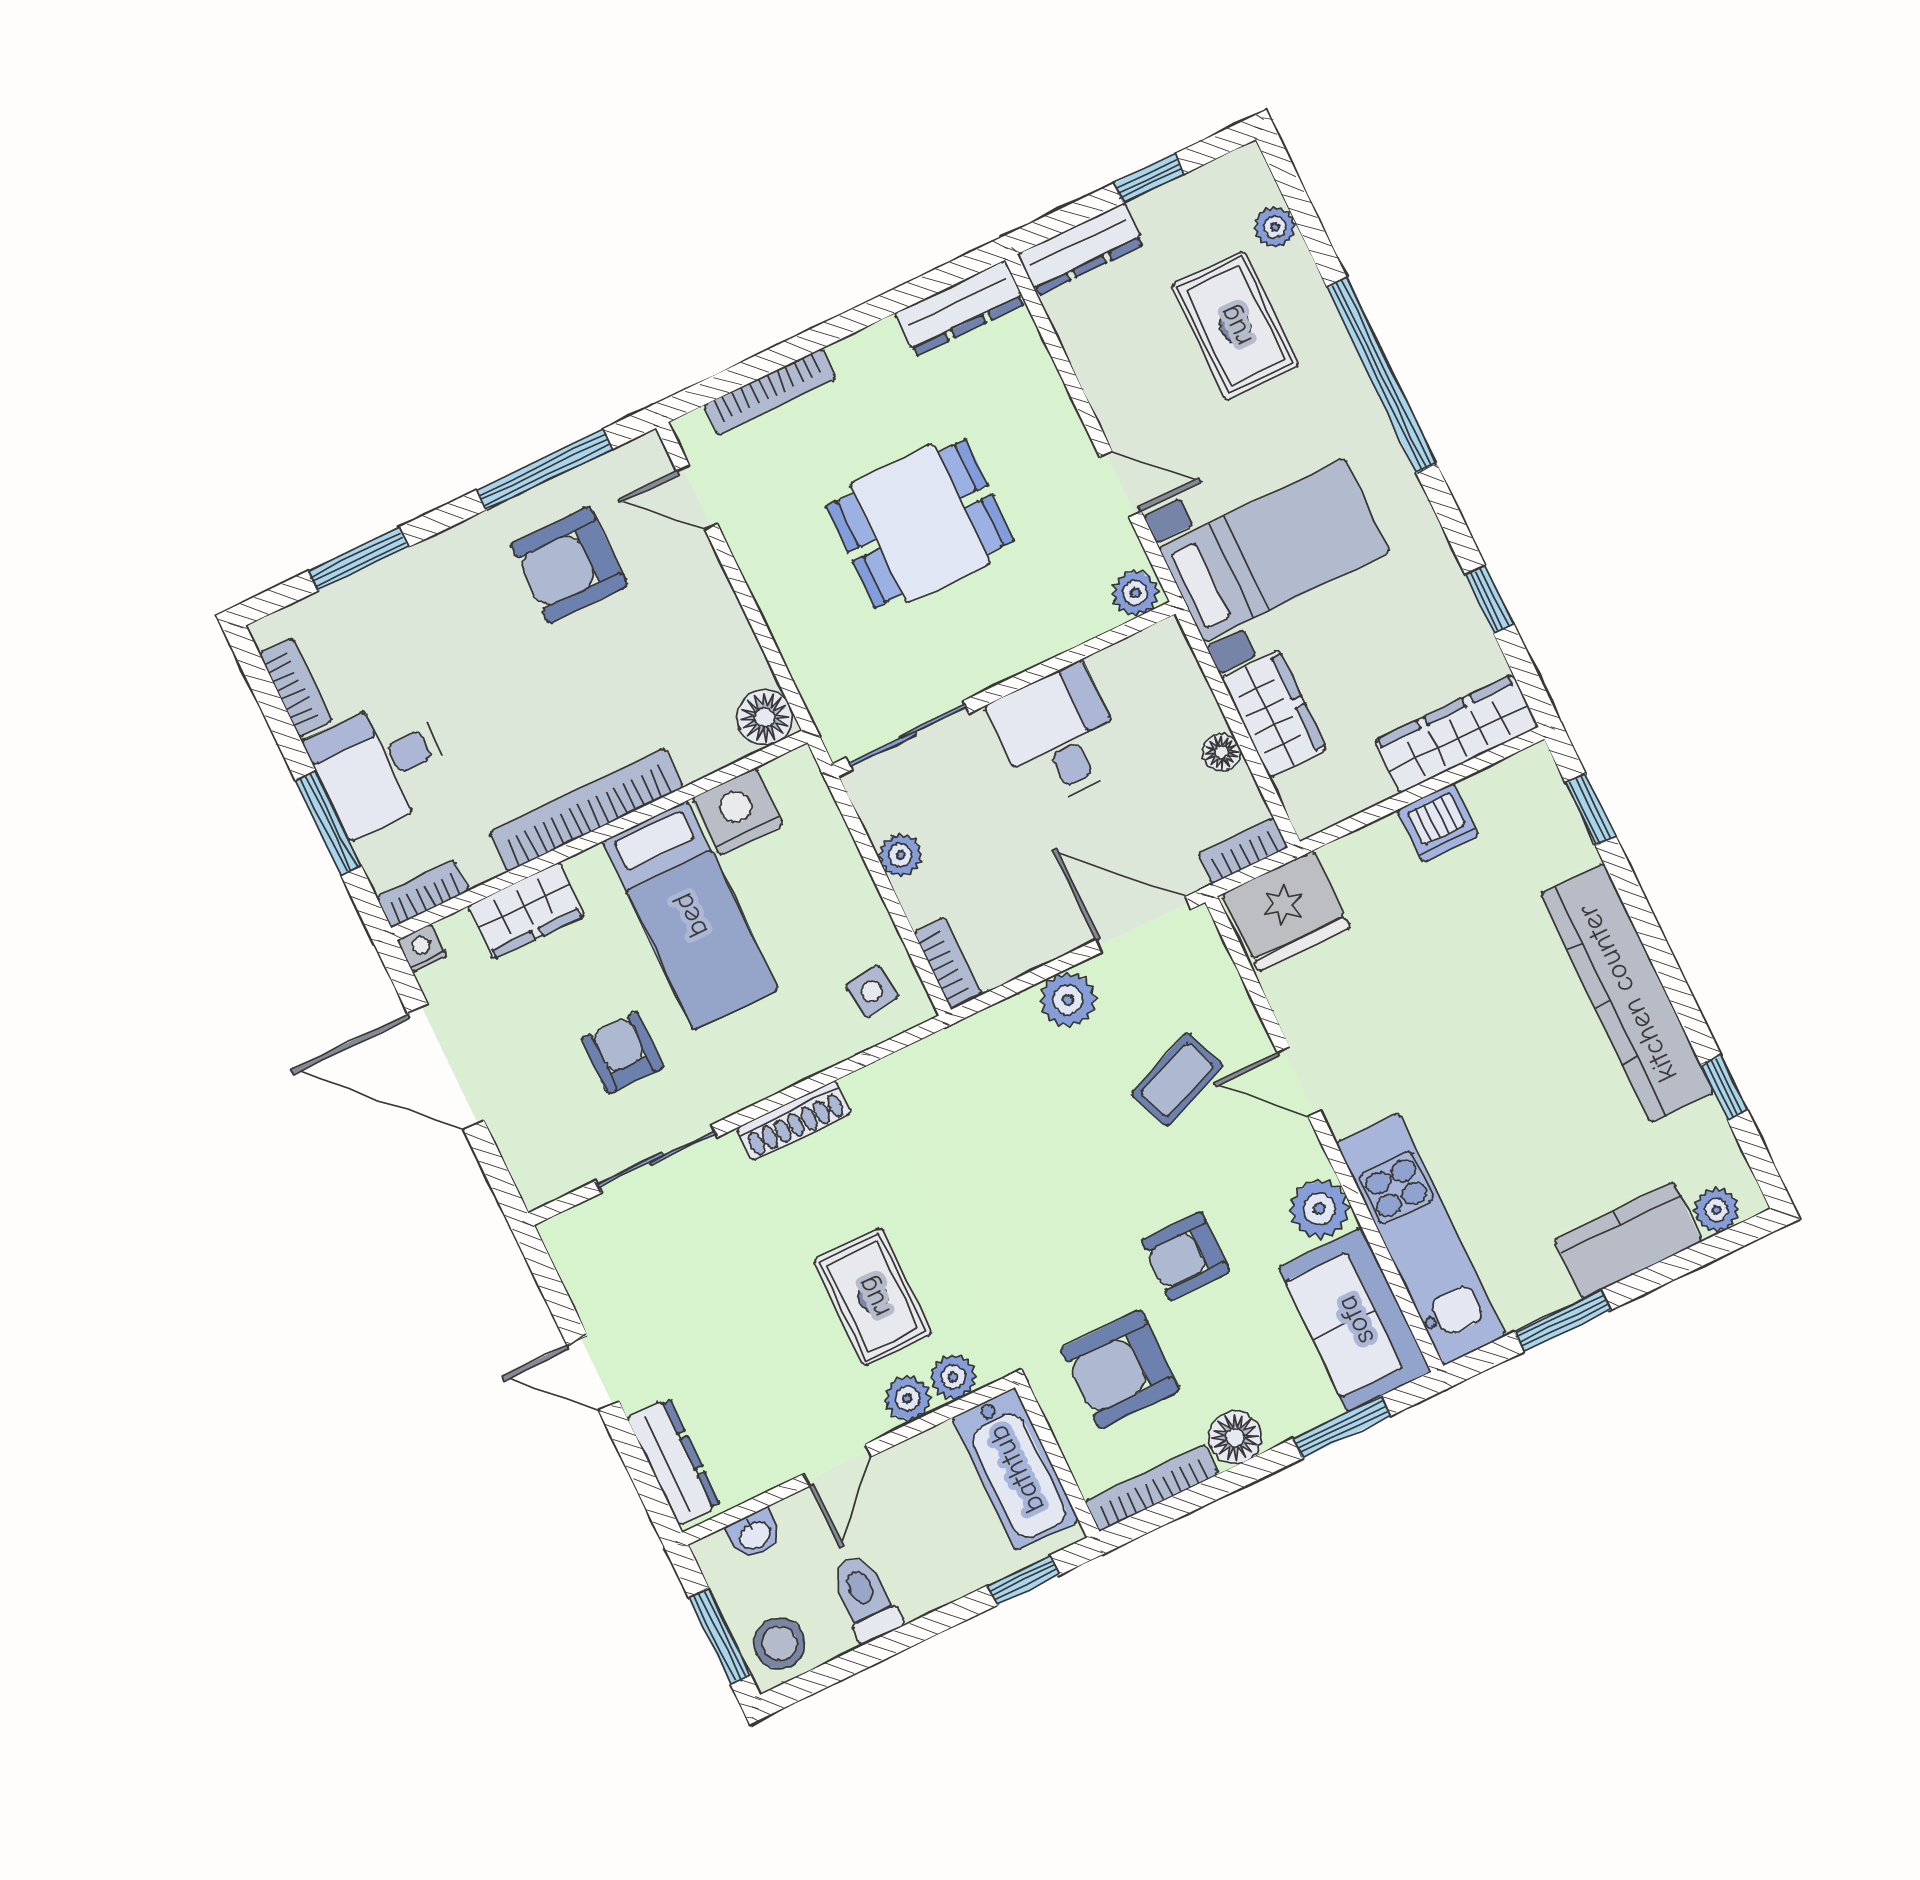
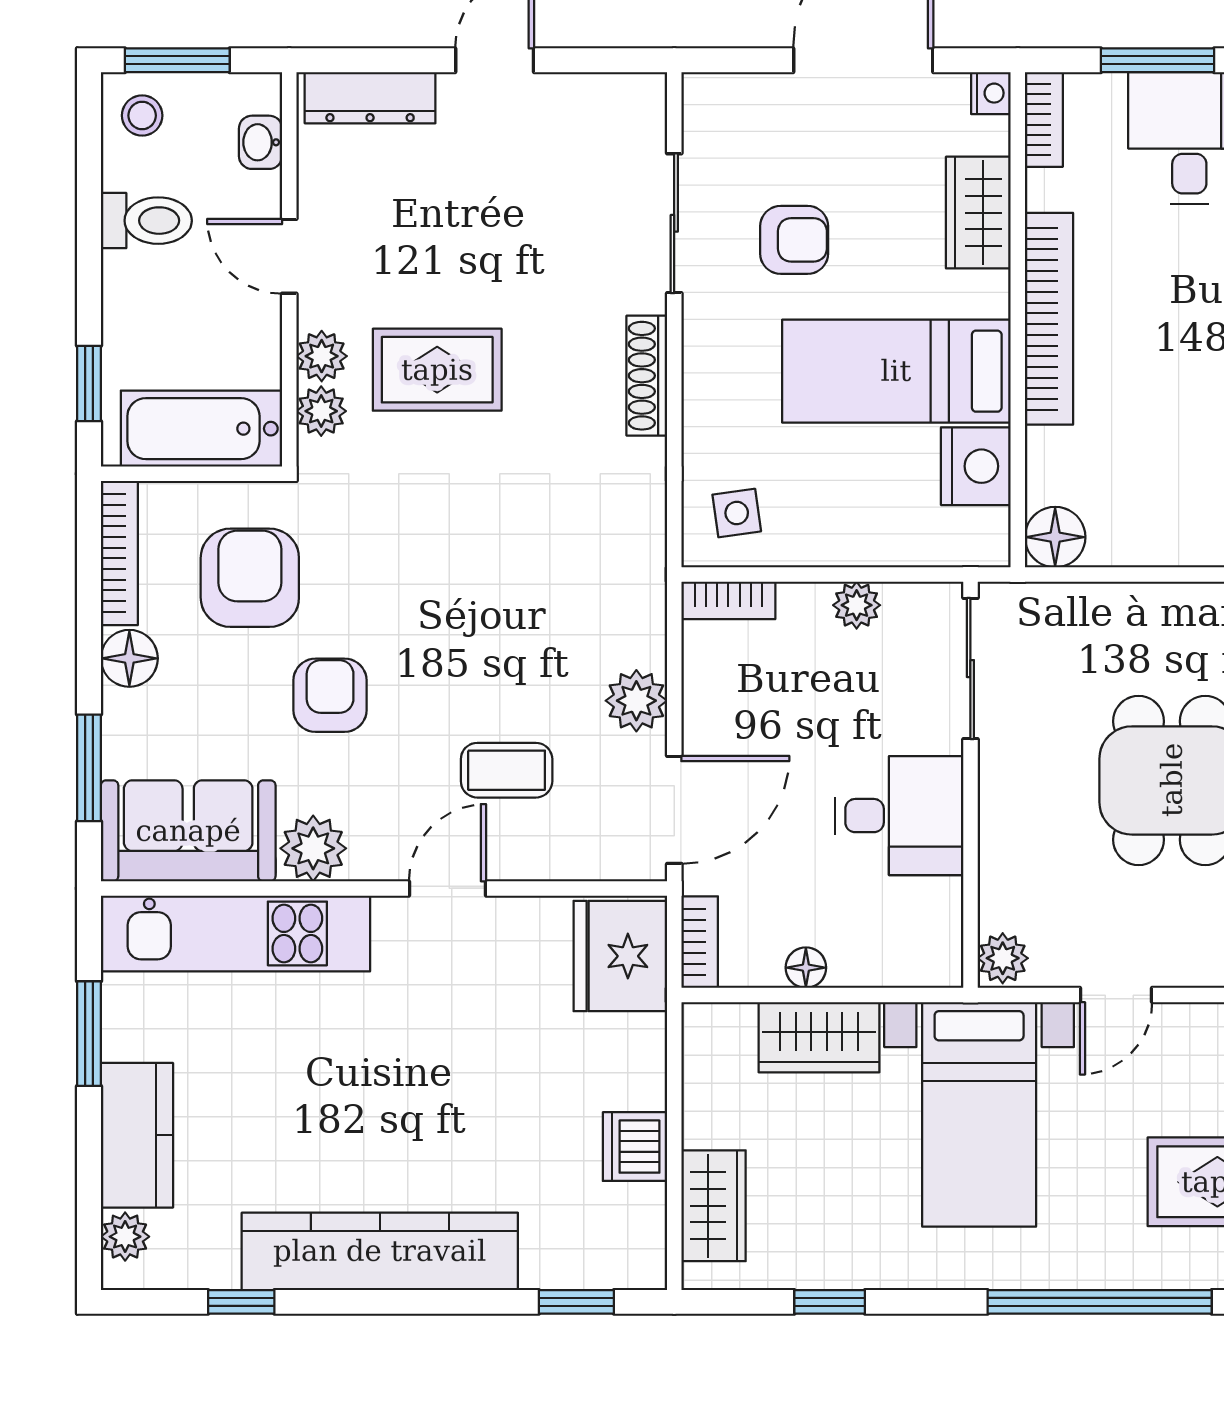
wardrobe: (1456, 734) -> (713, 1206), width x0.67
coffee table: (1177, 1080) -> (507, 770), turned -68
stool: (780, 1643) -> (142, 116), width x0.73, depth x0.73

